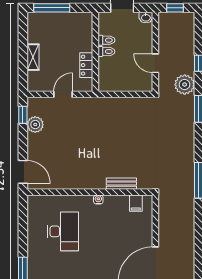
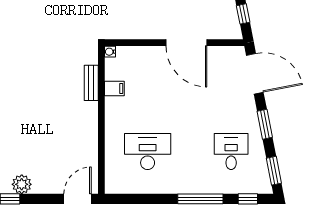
water cooler: (98, 200) -> (110, 52), moved
filing cabinet: (136, 203) -> (114, 88), moved

